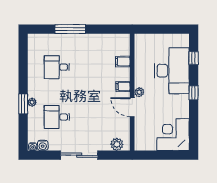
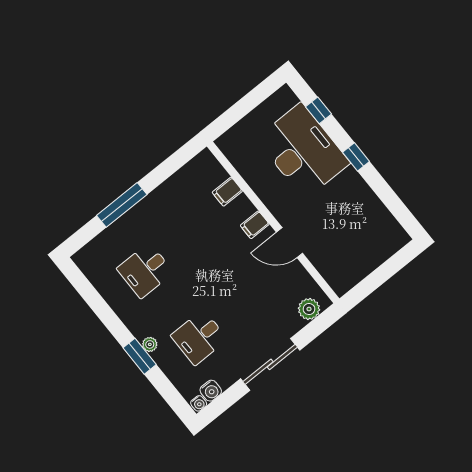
plant: (139, 92) -> (283, 215), removed
corner desk: (173, 135) -> (374, 235), removed

